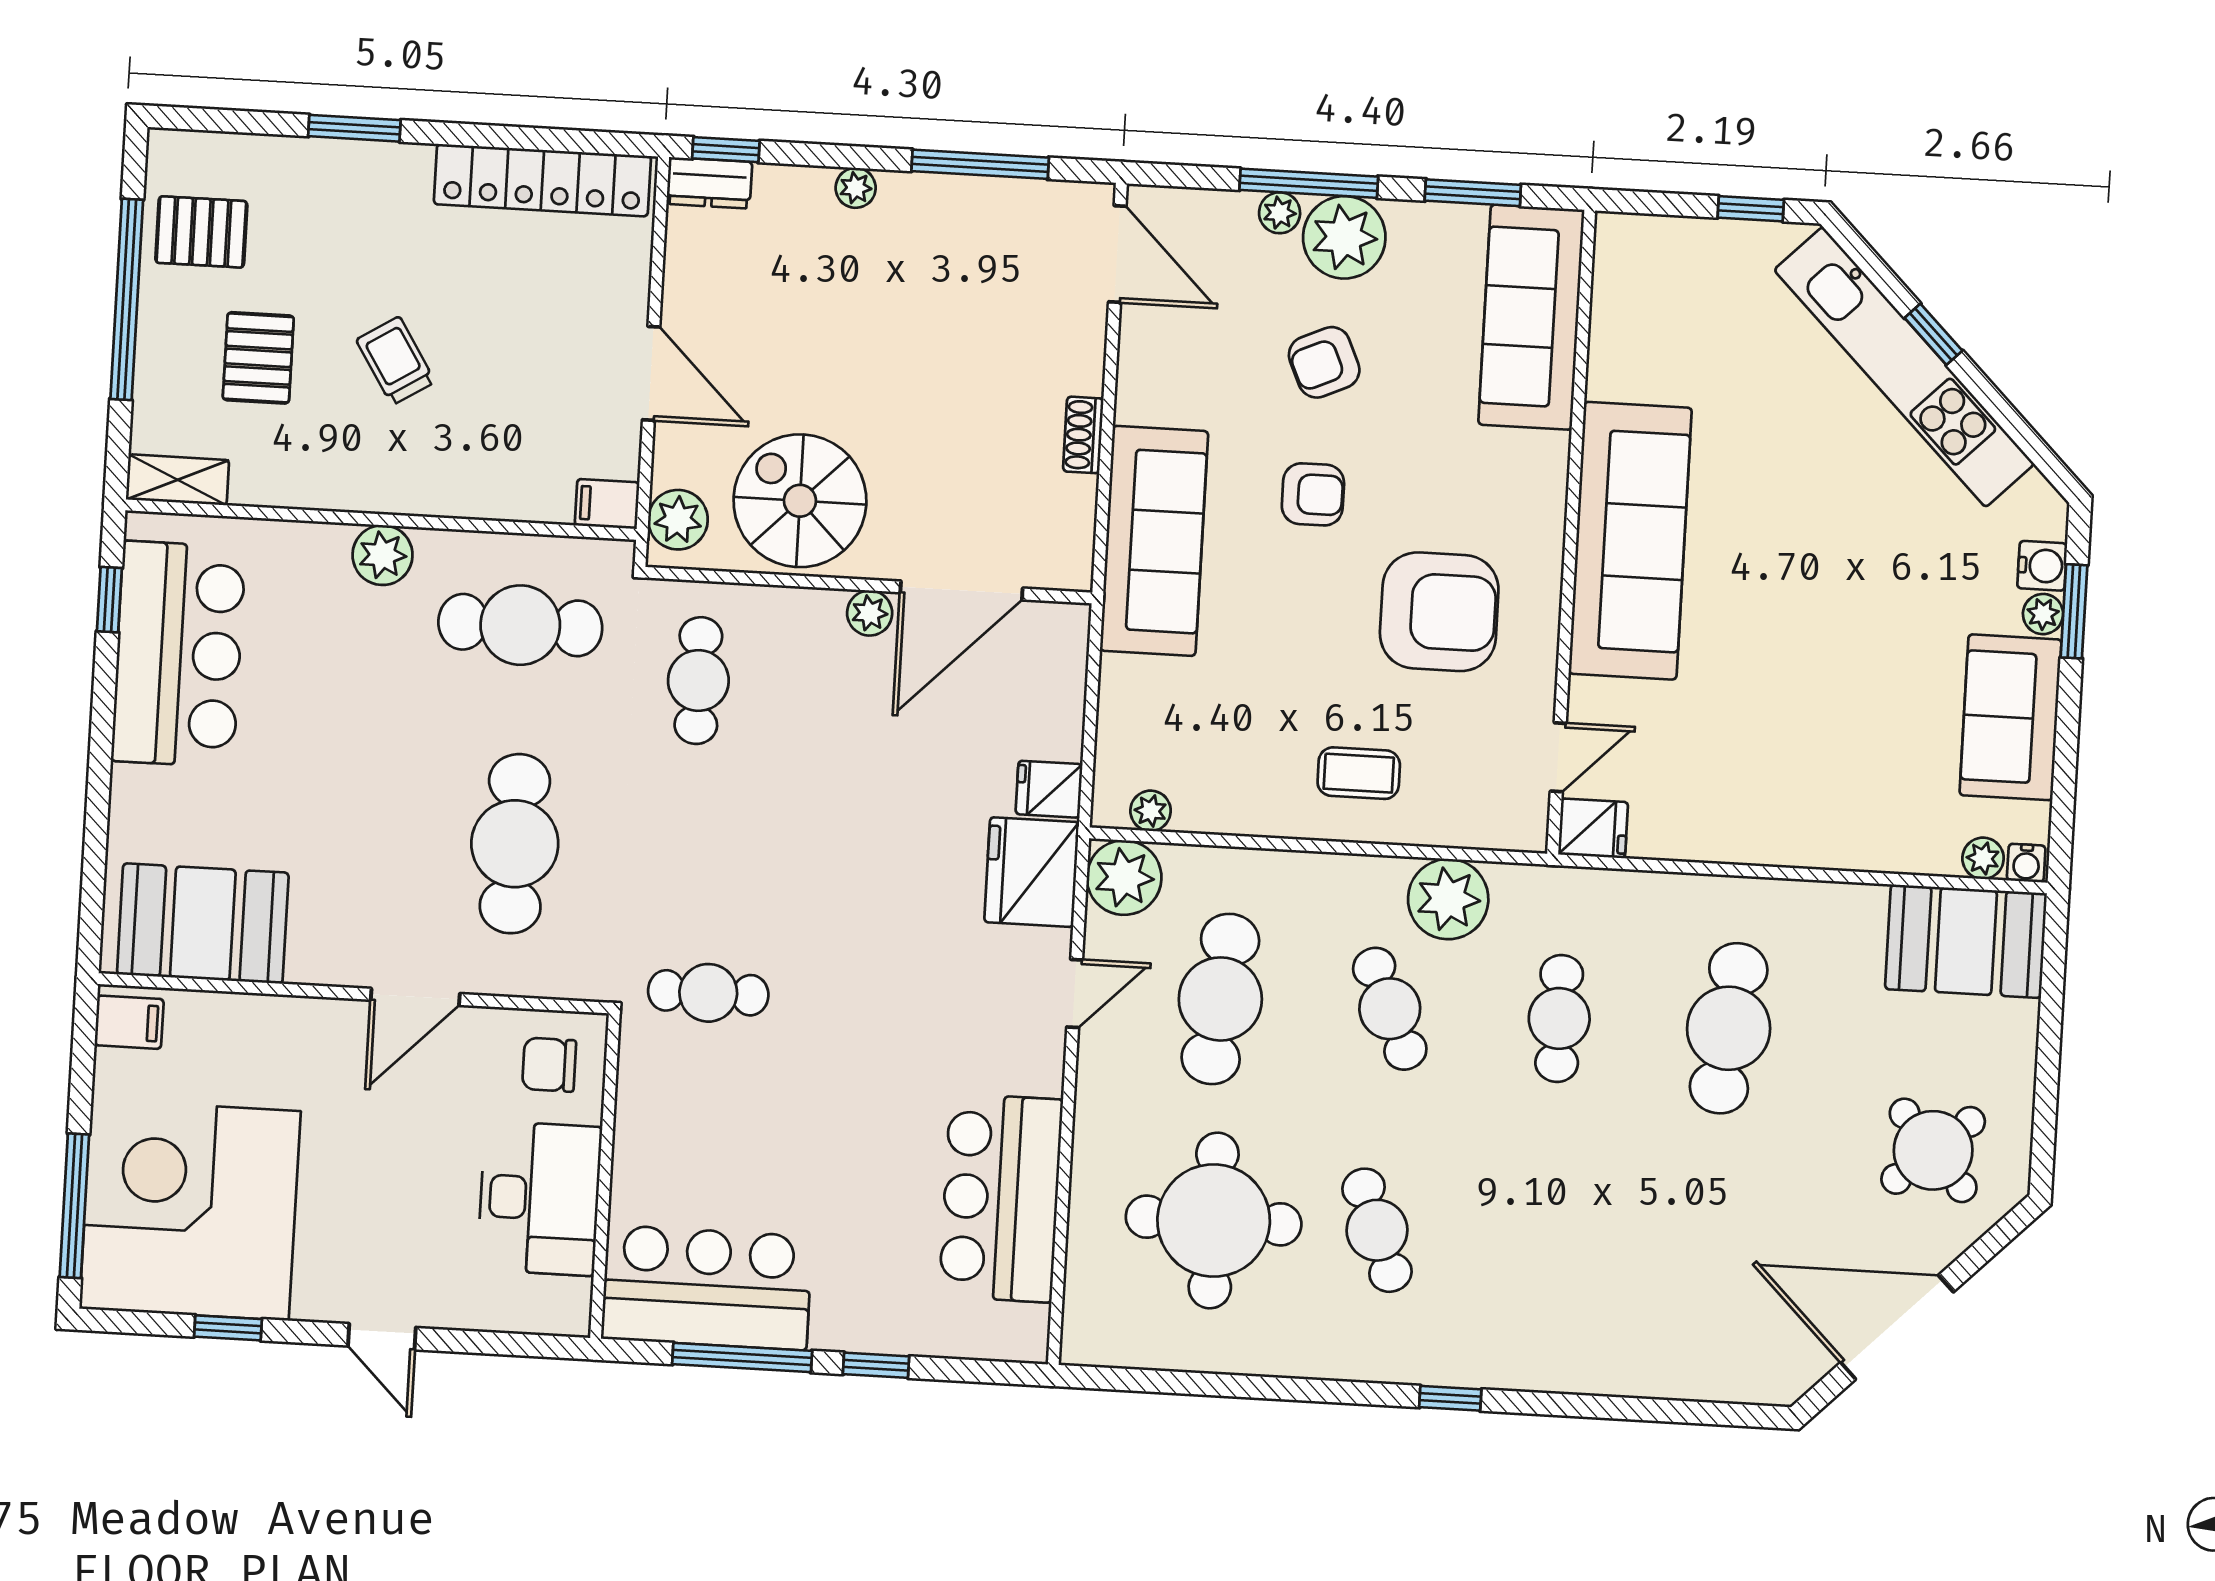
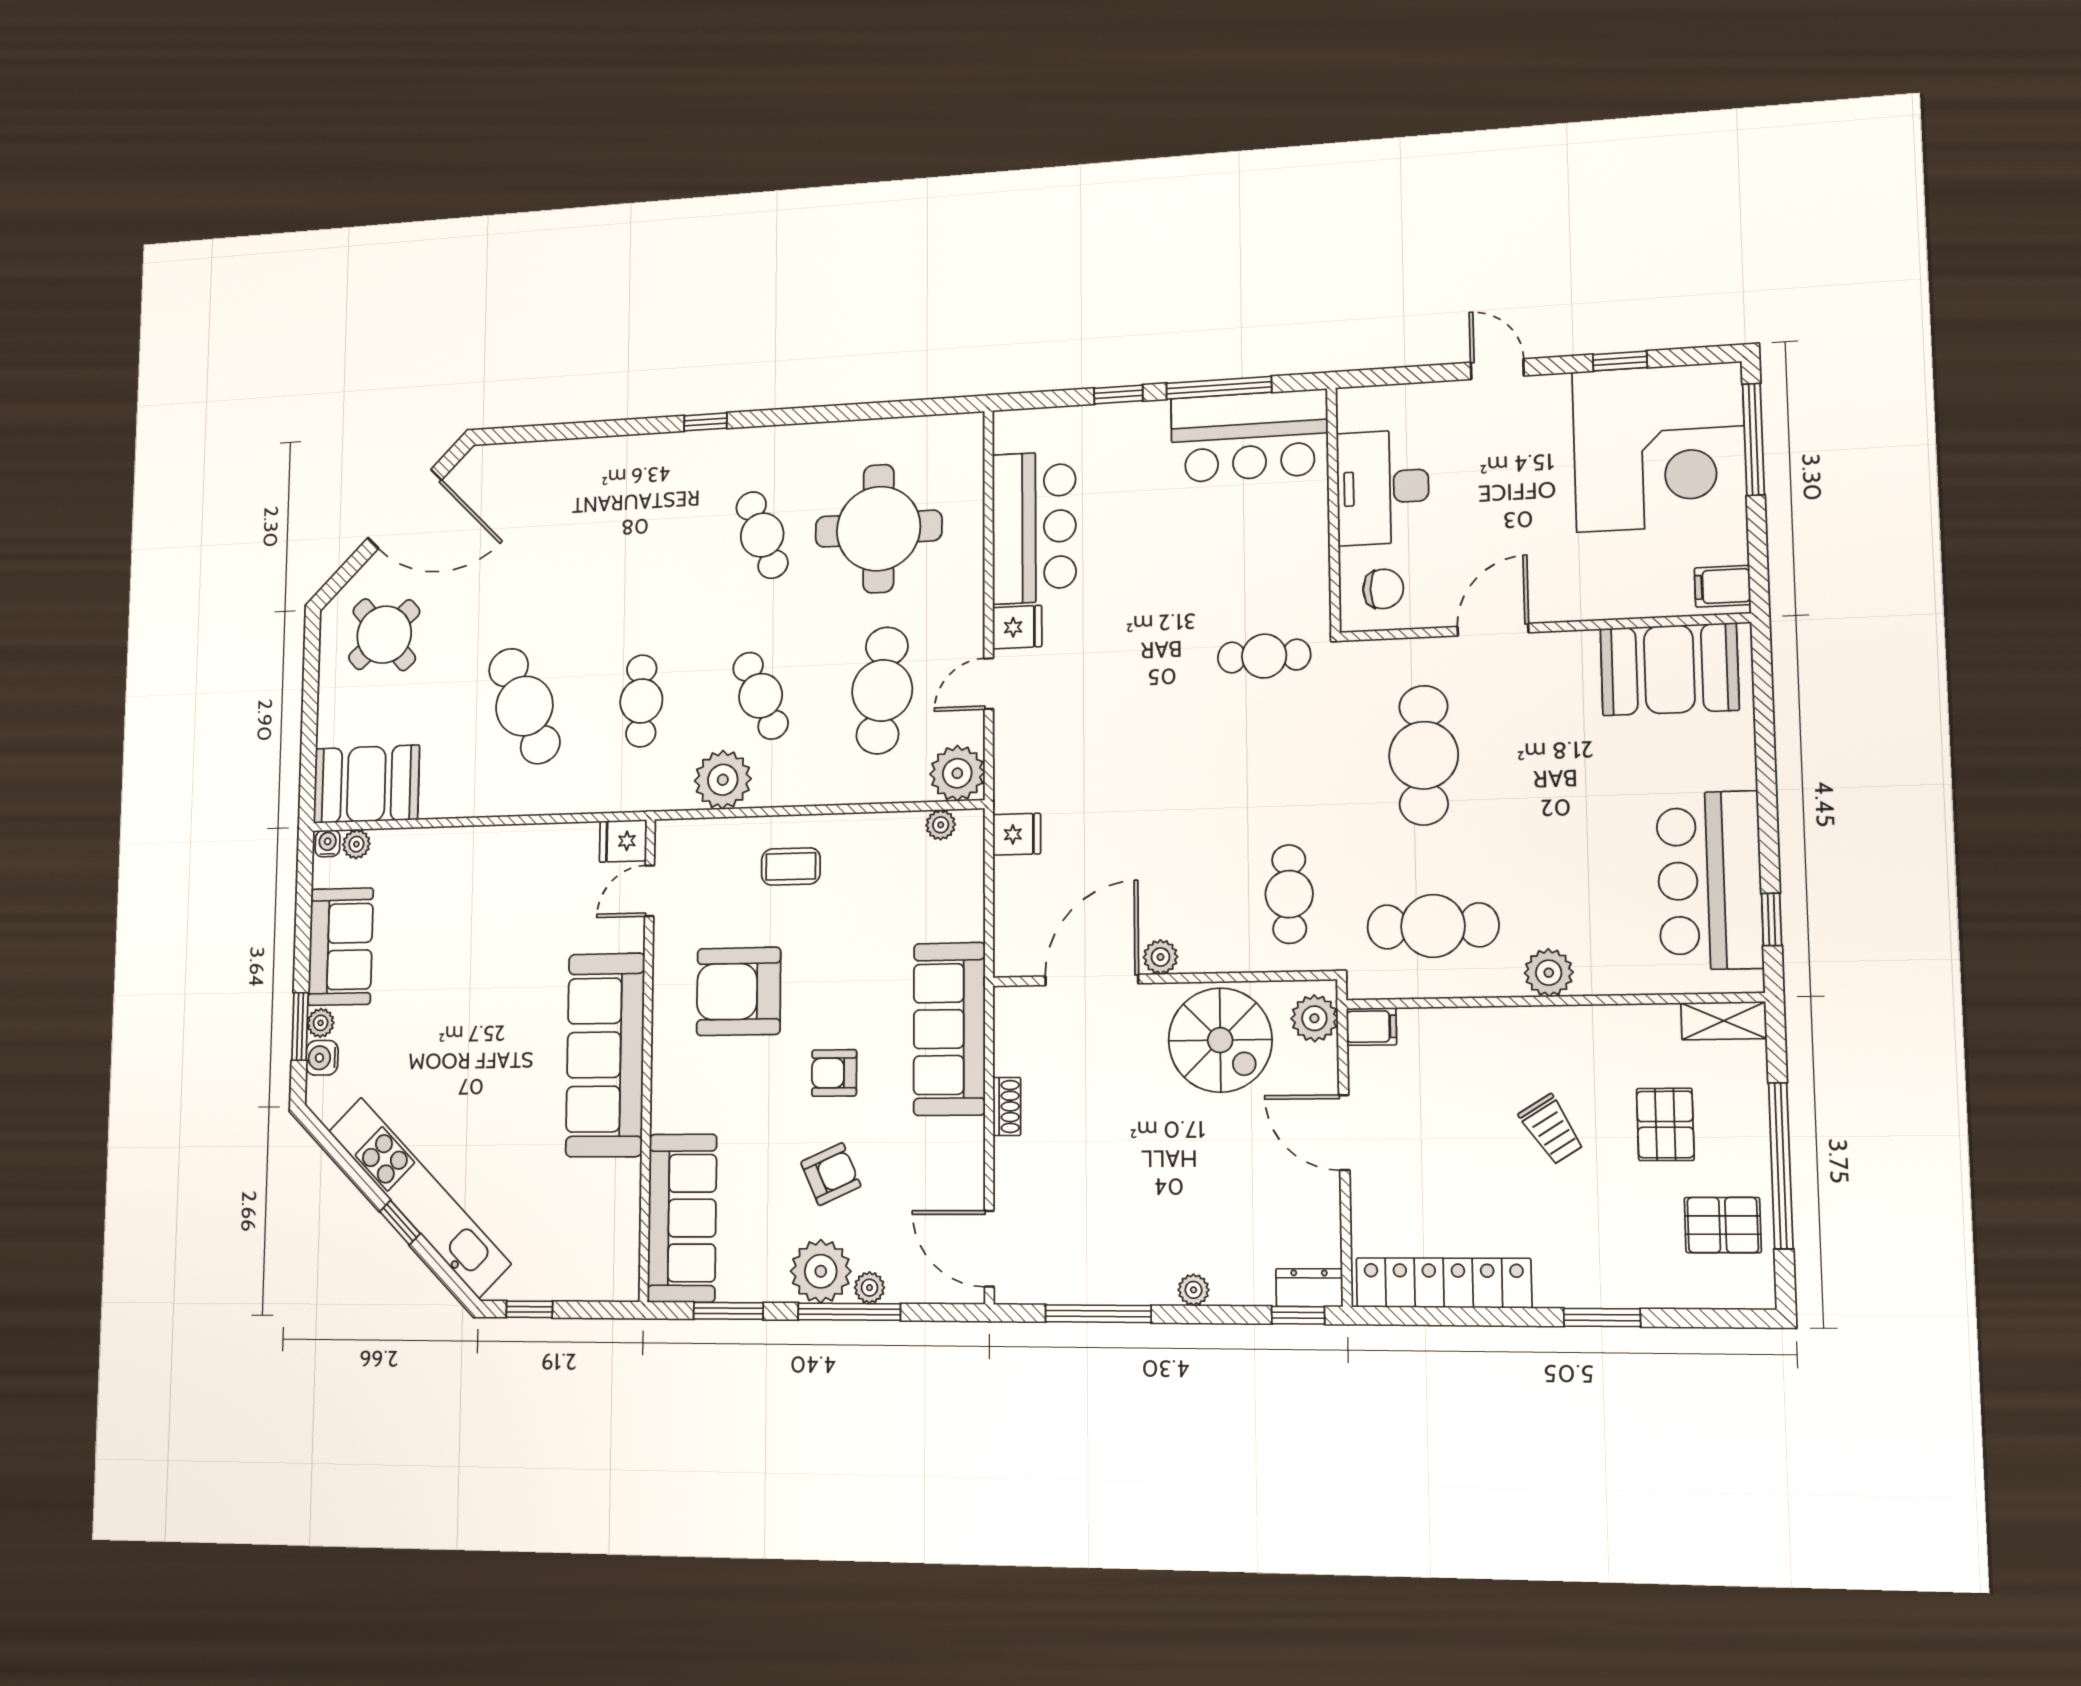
fridge: (1032, 872) -> (1017, 627), moved, width x0.53, depth x0.75
cafe table: (1729, 1028) -> (524, 706), turned -30

